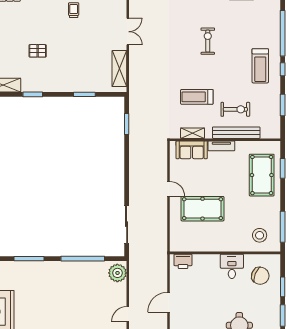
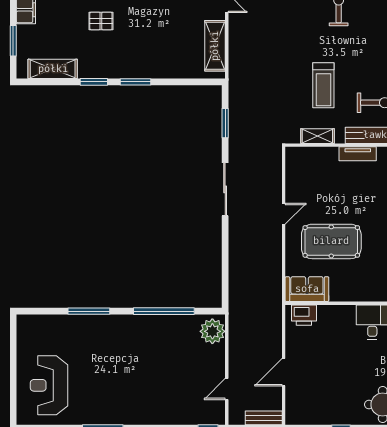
window: (84, 94) -> (135, 82), moved
treadmill: (197, 97) -> (323, 85), turned -90
sofa: (192, 150) -> (307, 289), moved, turned 180
door: (168, 189) -> (284, 214), hinge flipped
sliding door: (127, 224) -> (225, 189), moved

